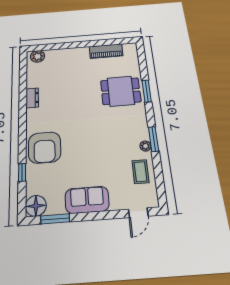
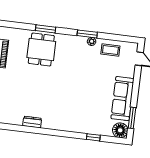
armchair: (45, 148) -> (77, 118), removed
sofa: (87, 200) -> (123, 99), width x1.36

